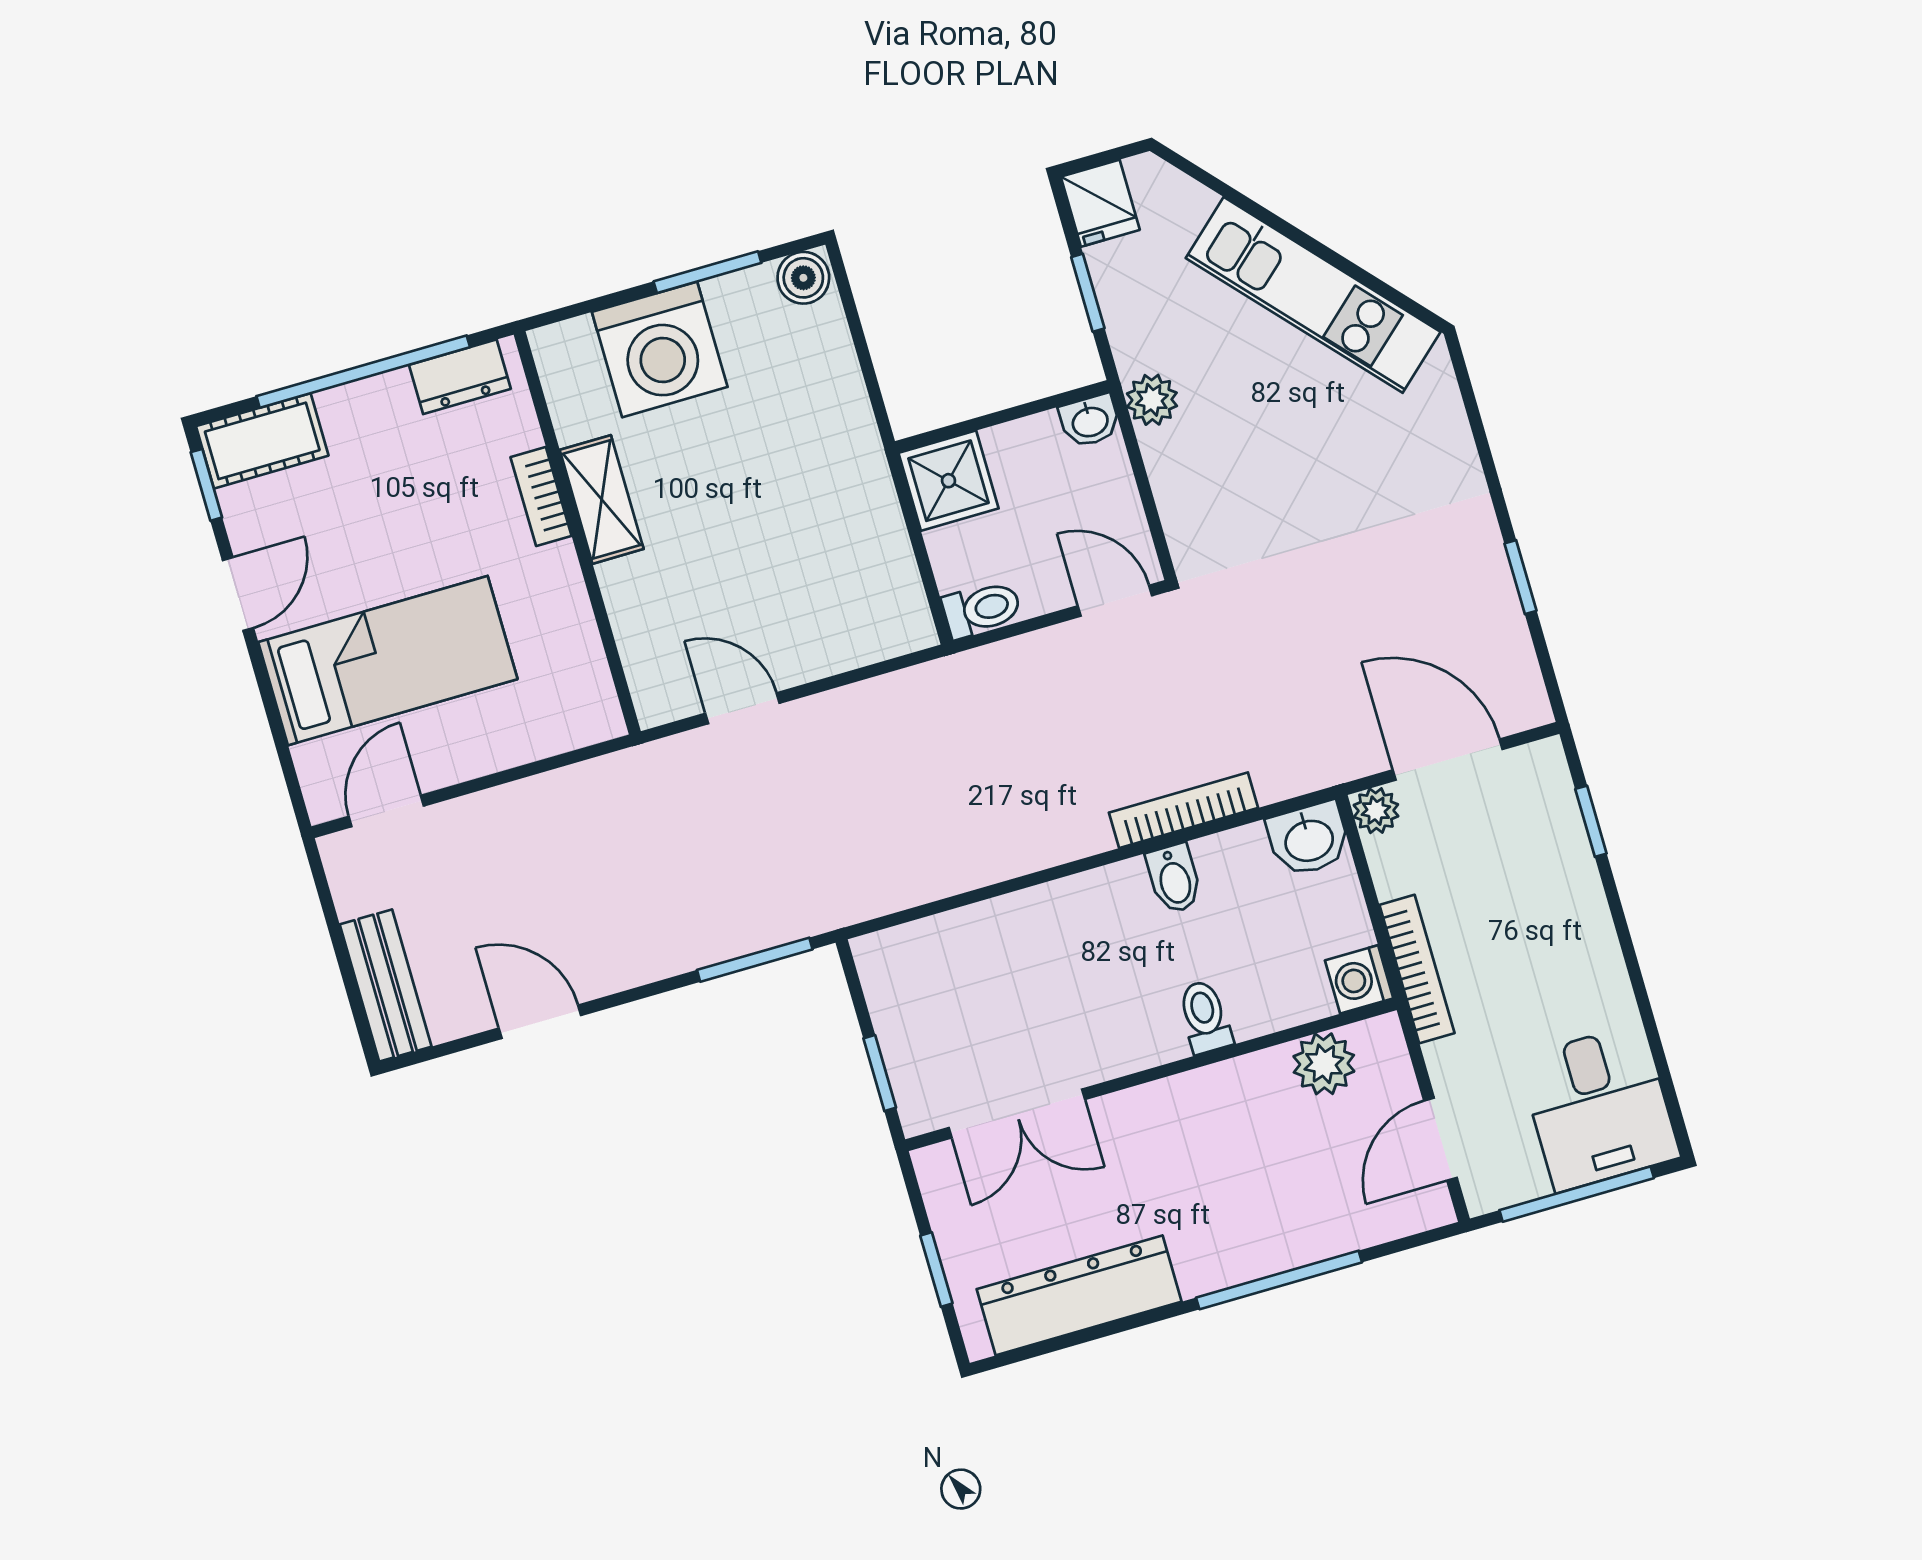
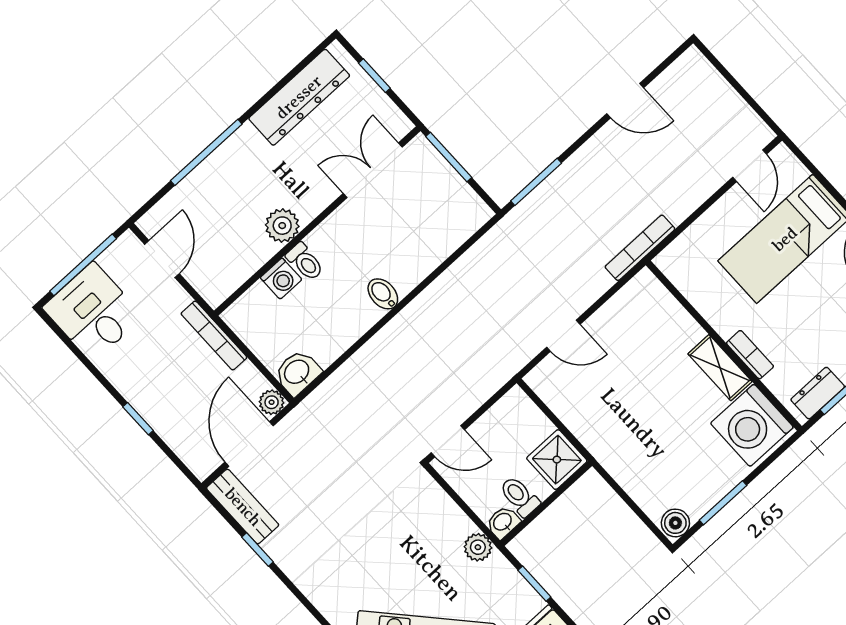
washing machine: (660, 349) -> (752, 425), moved, turned -90
toilet: (982, 609) -> (519, 496), moved, turned 90
door: (742, 708) -> (563, 336), moved
door: (1448, 760) -> (249, 444), swing flipped
bookcase: (1183, 810) -> (640, 248), moved, turned 180
window: (1591, 821) -> (138, 419), moved
bidet: (1174, 879) -> (383, 294), moved
washing machine: (1359, 979) -> (281, 279), moved, turned 90
bench: (386, 985) -> (243, 507), moved
plant: (1324, 1064) -> (282, 226), moved
window: (880, 1073) -> (449, 157), width x1.50

